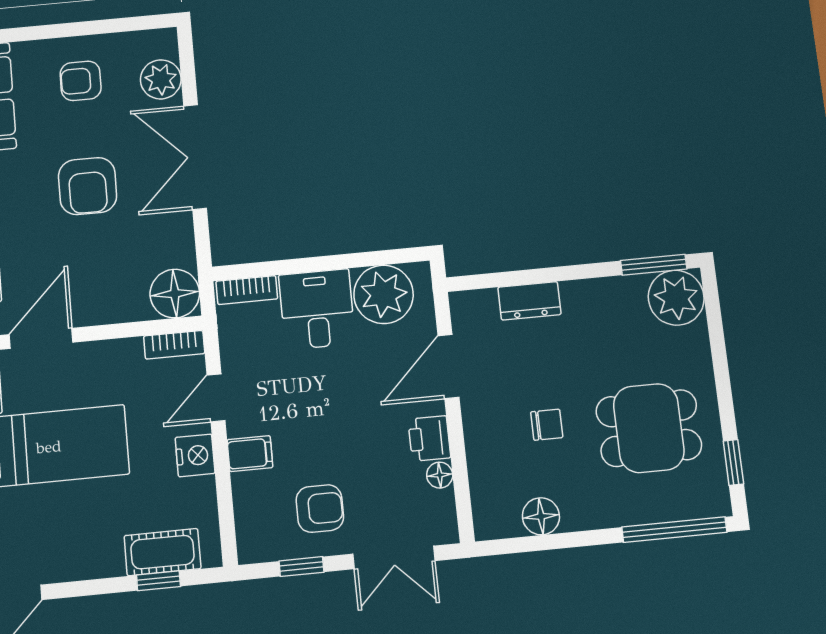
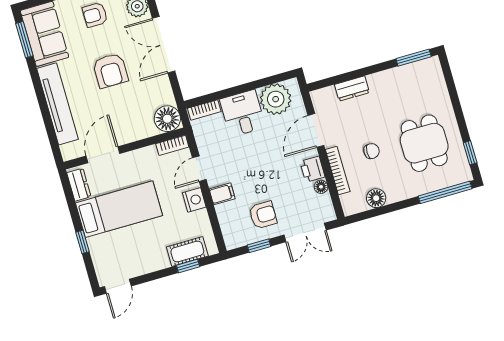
plant: (676, 298) -> (428, 73), removed
dining table: (649, 428) -> (424, 143), turned 90
bookcase: (477, 450) -> (338, 170), added

